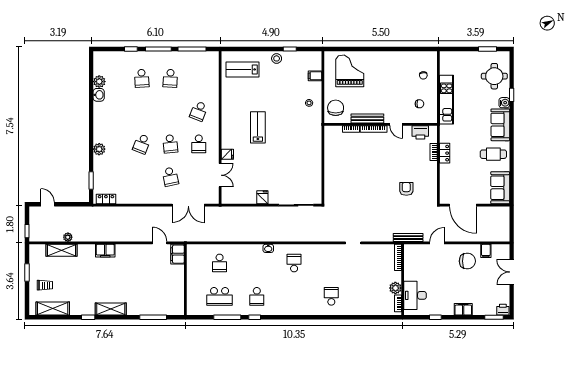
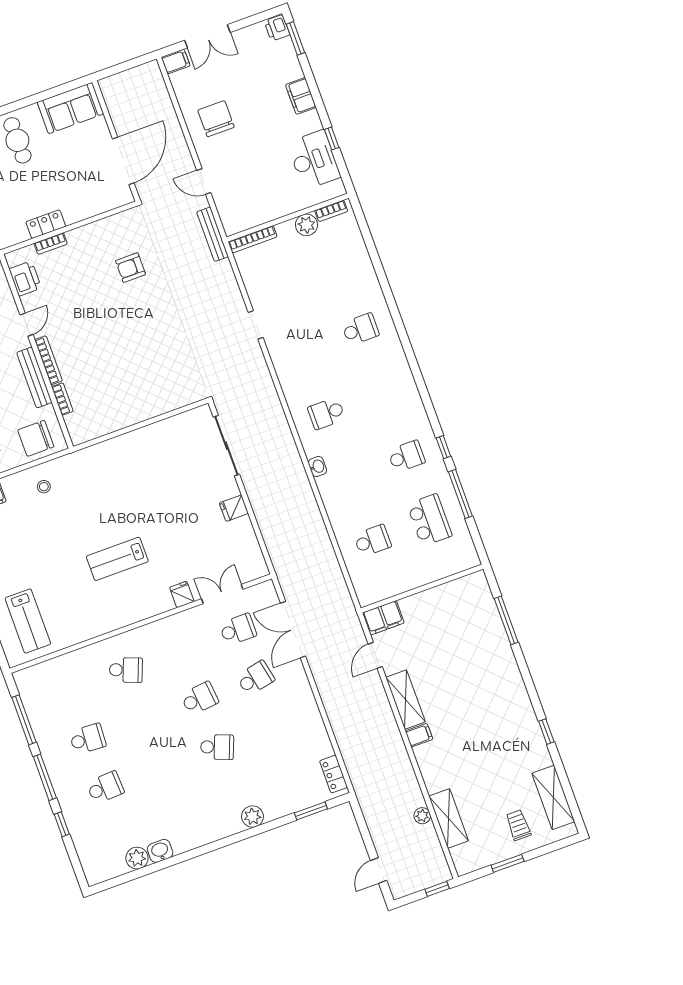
school desk: (199, 144) -> (238, 629), moved
double door: (188, 205) -> (293, 630), swing flipped
filing cabinet: (105, 251) -> (419, 735), width x0.50
filing cabinet: (486, 251) -> (176, 62), moved
desk: (415, 295) -> (314, 160), moved, turned -90
school desk: (331, 296) -> (360, 329), turned 180
shelving: (111, 309) -> (406, 700), moved

